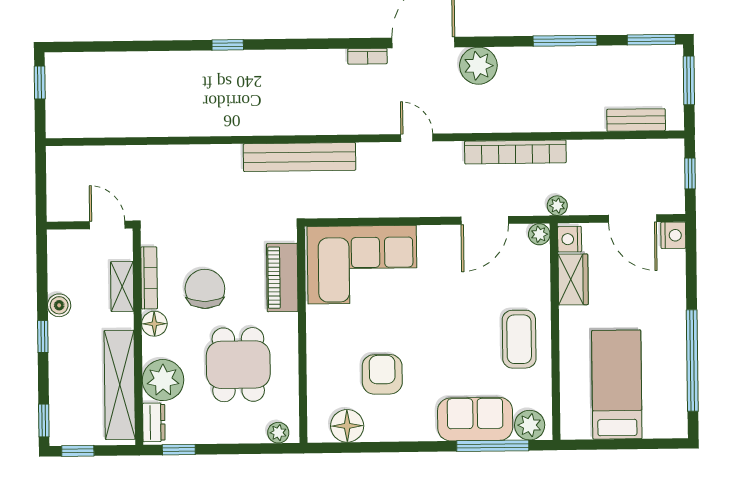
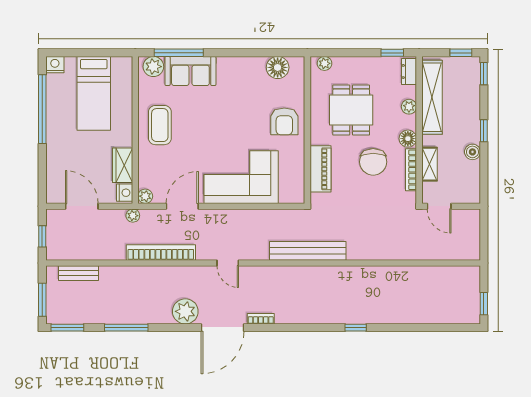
nightstand: (673, 235) -> (55, 65), moved, turned 90
corner sofa: (362, 265) -> (241, 177), moved
armchair: (382, 374) -> (284, 121), moved
plant: (163, 380) -> (409, 107), width x0.53, depth x0.53

